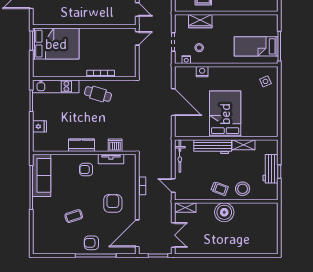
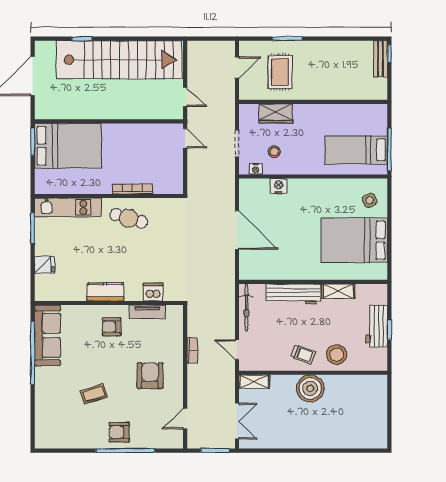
door: (137, 38) -> (185, 138), hinge flipped
bed: (225, 114) -> (354, 240), moved, turned -90
door: (137, 233) -> (185, 419), width x0.53

